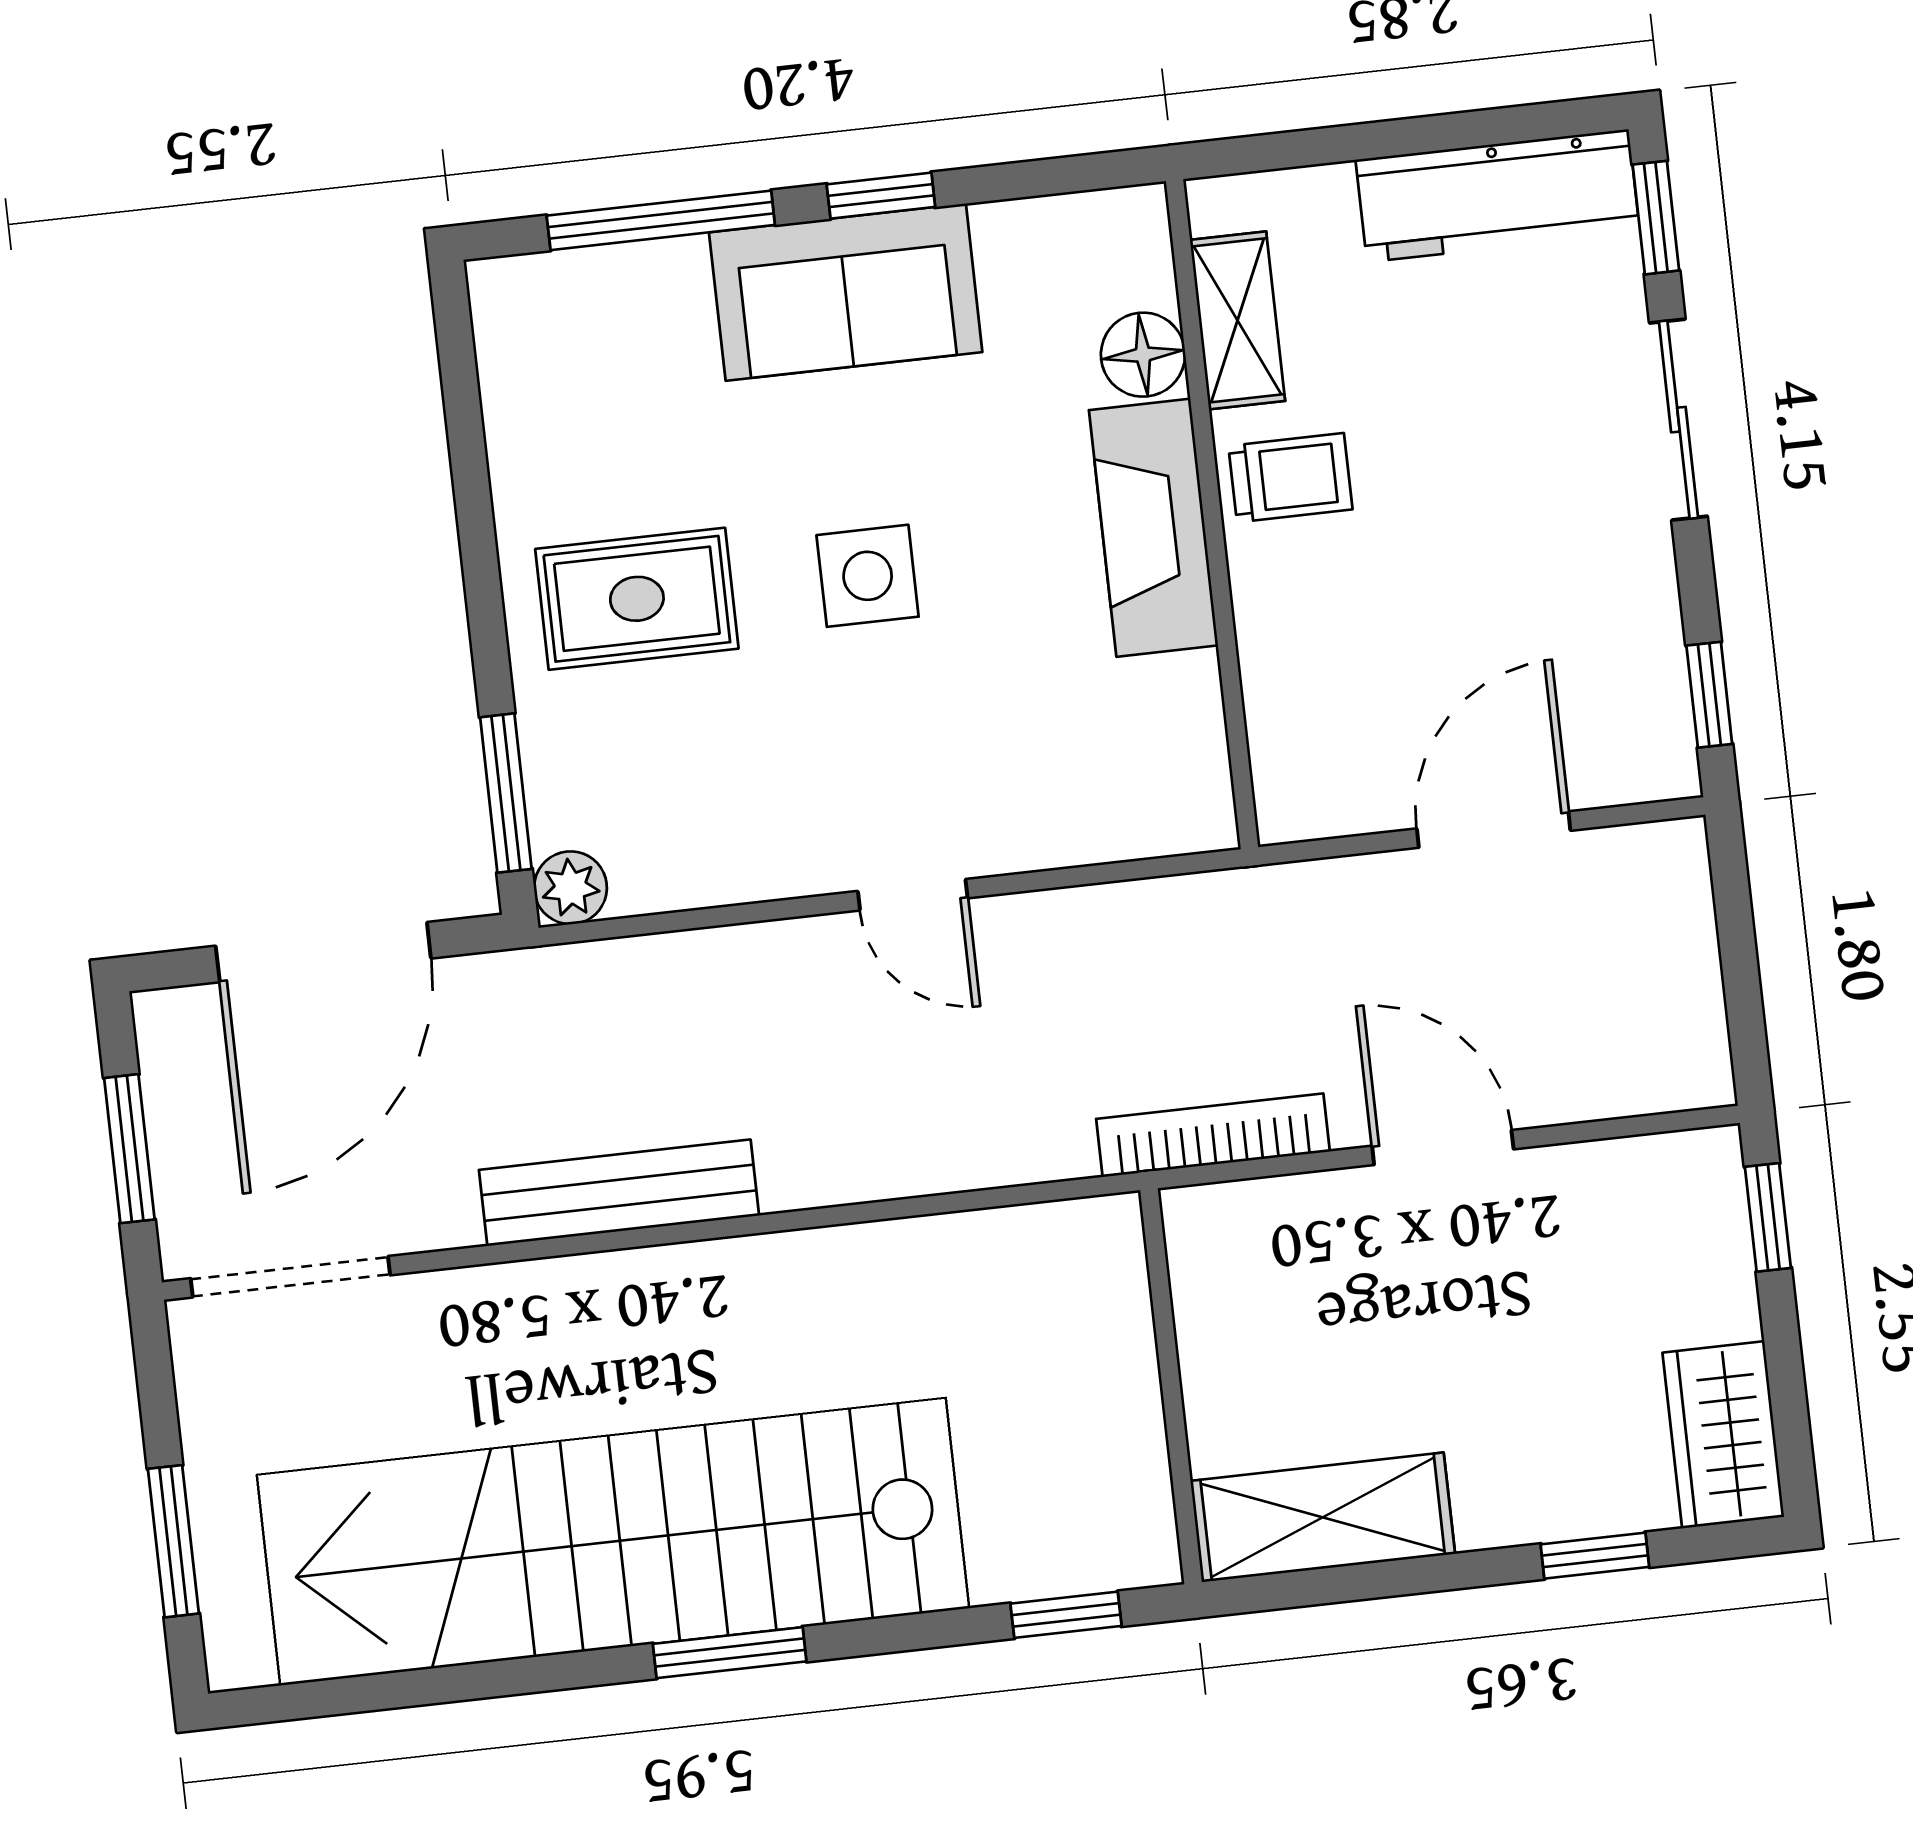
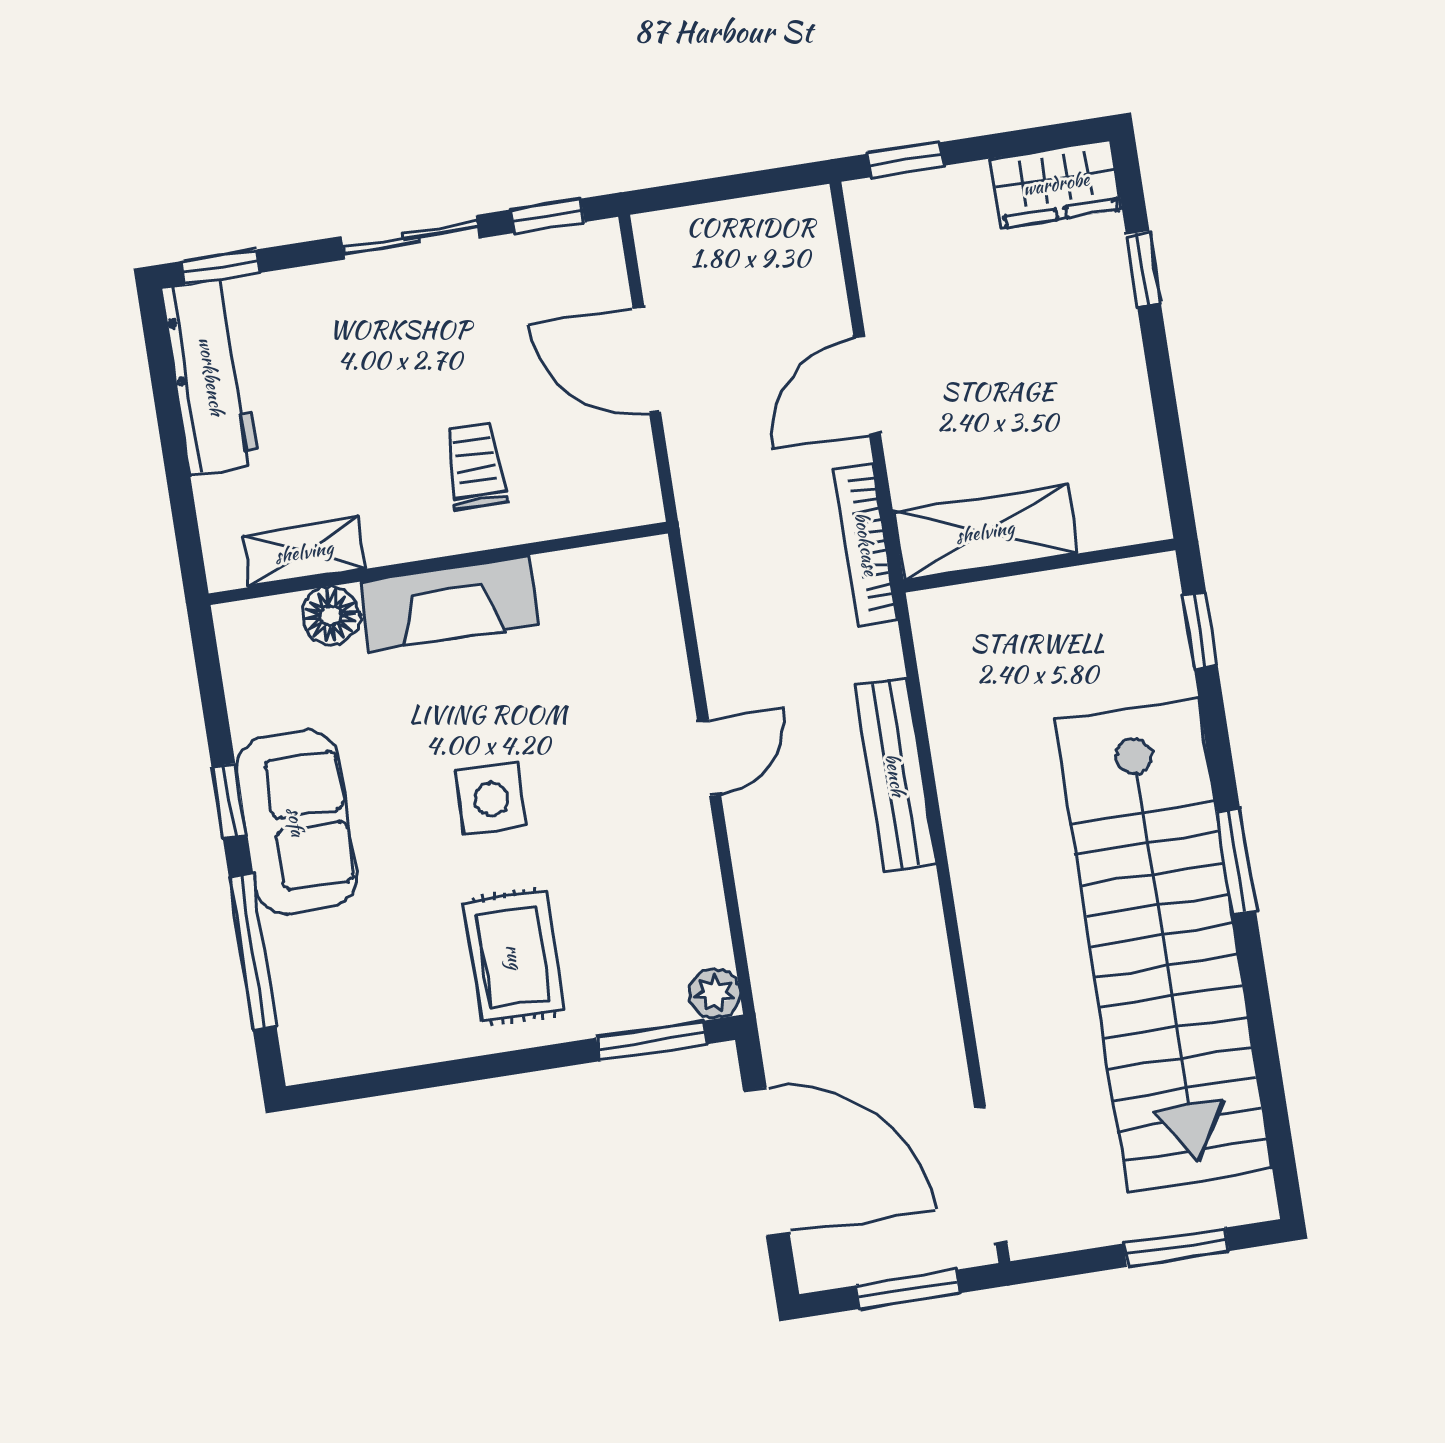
sliding door: (1678, 420) -> (411, 237), moved
trolley: (1290, 478) -> (476, 466), moved
bench: (619, 1193) -> (895, 775), moved
shelving: (1323, 1517) -> (985, 532), moved, turned 90

